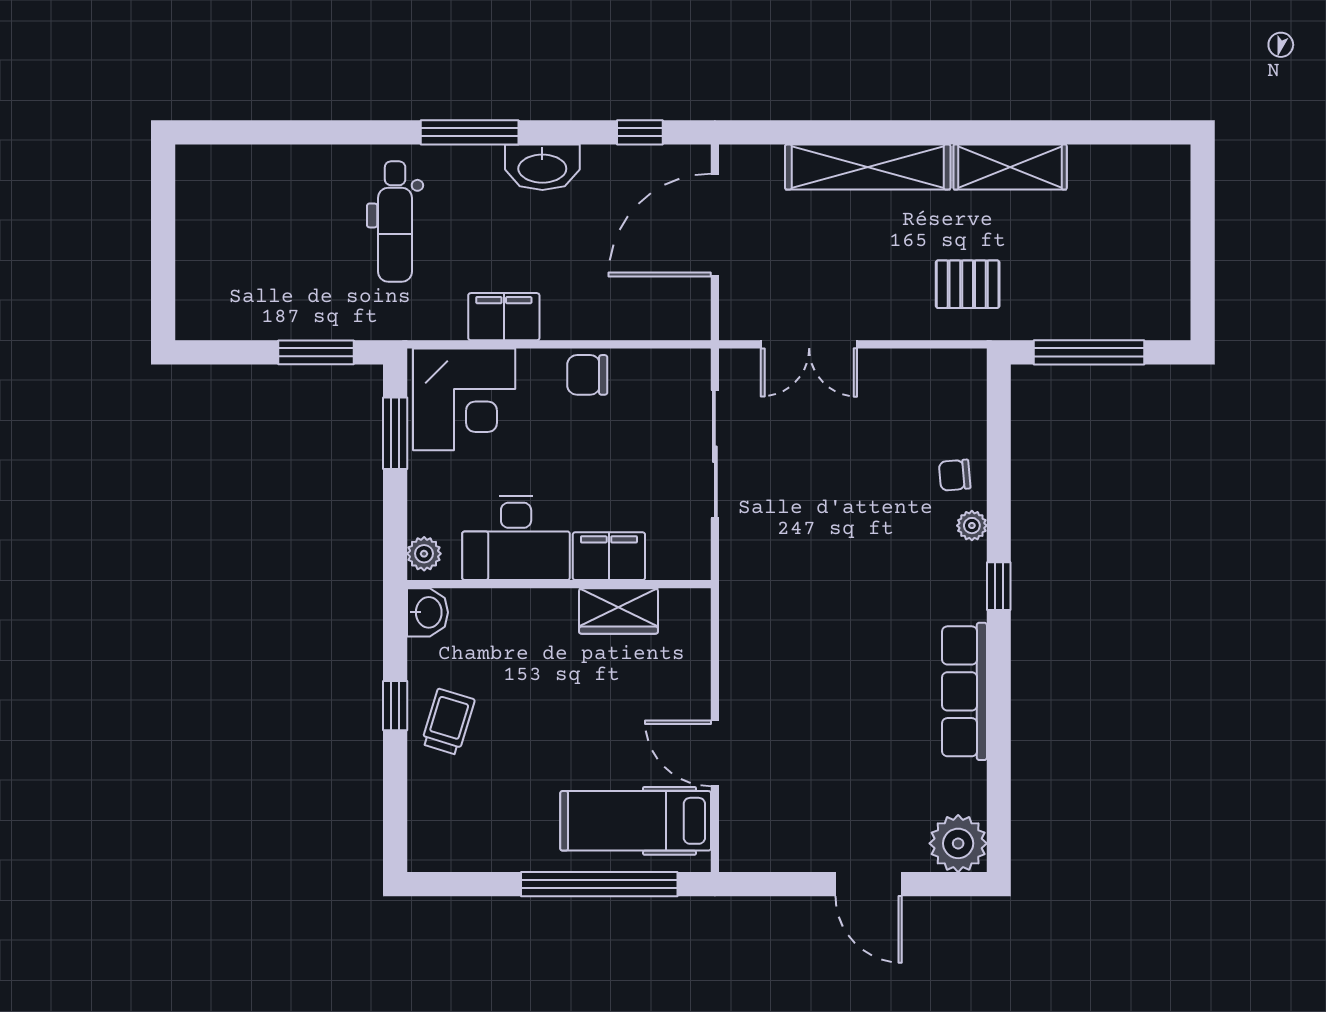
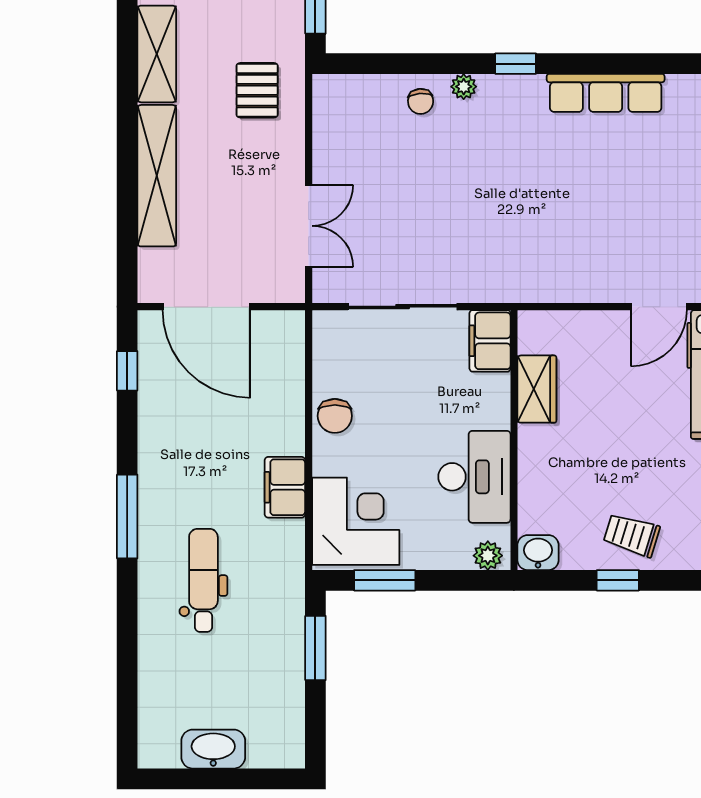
washbasin: (542, 167) -> (213, 749), moved, turned -90
dental chair: (395, 222) -> (203, 580), turned -90
filing cabinet: (609, 556) -> (490, 341), moved

